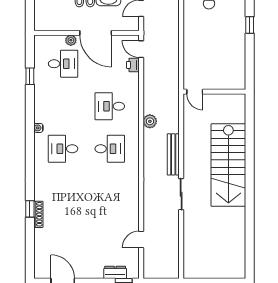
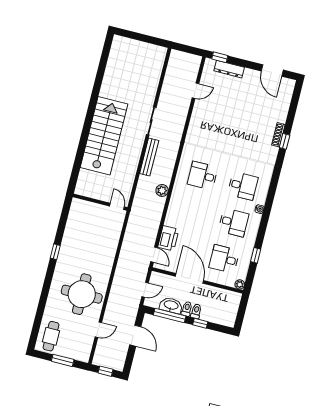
plant: (71, 40) -> (240, 284), moved
printer: (133, 65) -> (168, 238), width x1.87, depth x1.48
desk: (110, 106) -> (234, 222), moved
dresser: (115, 272) -> (229, 69), width x1.44

